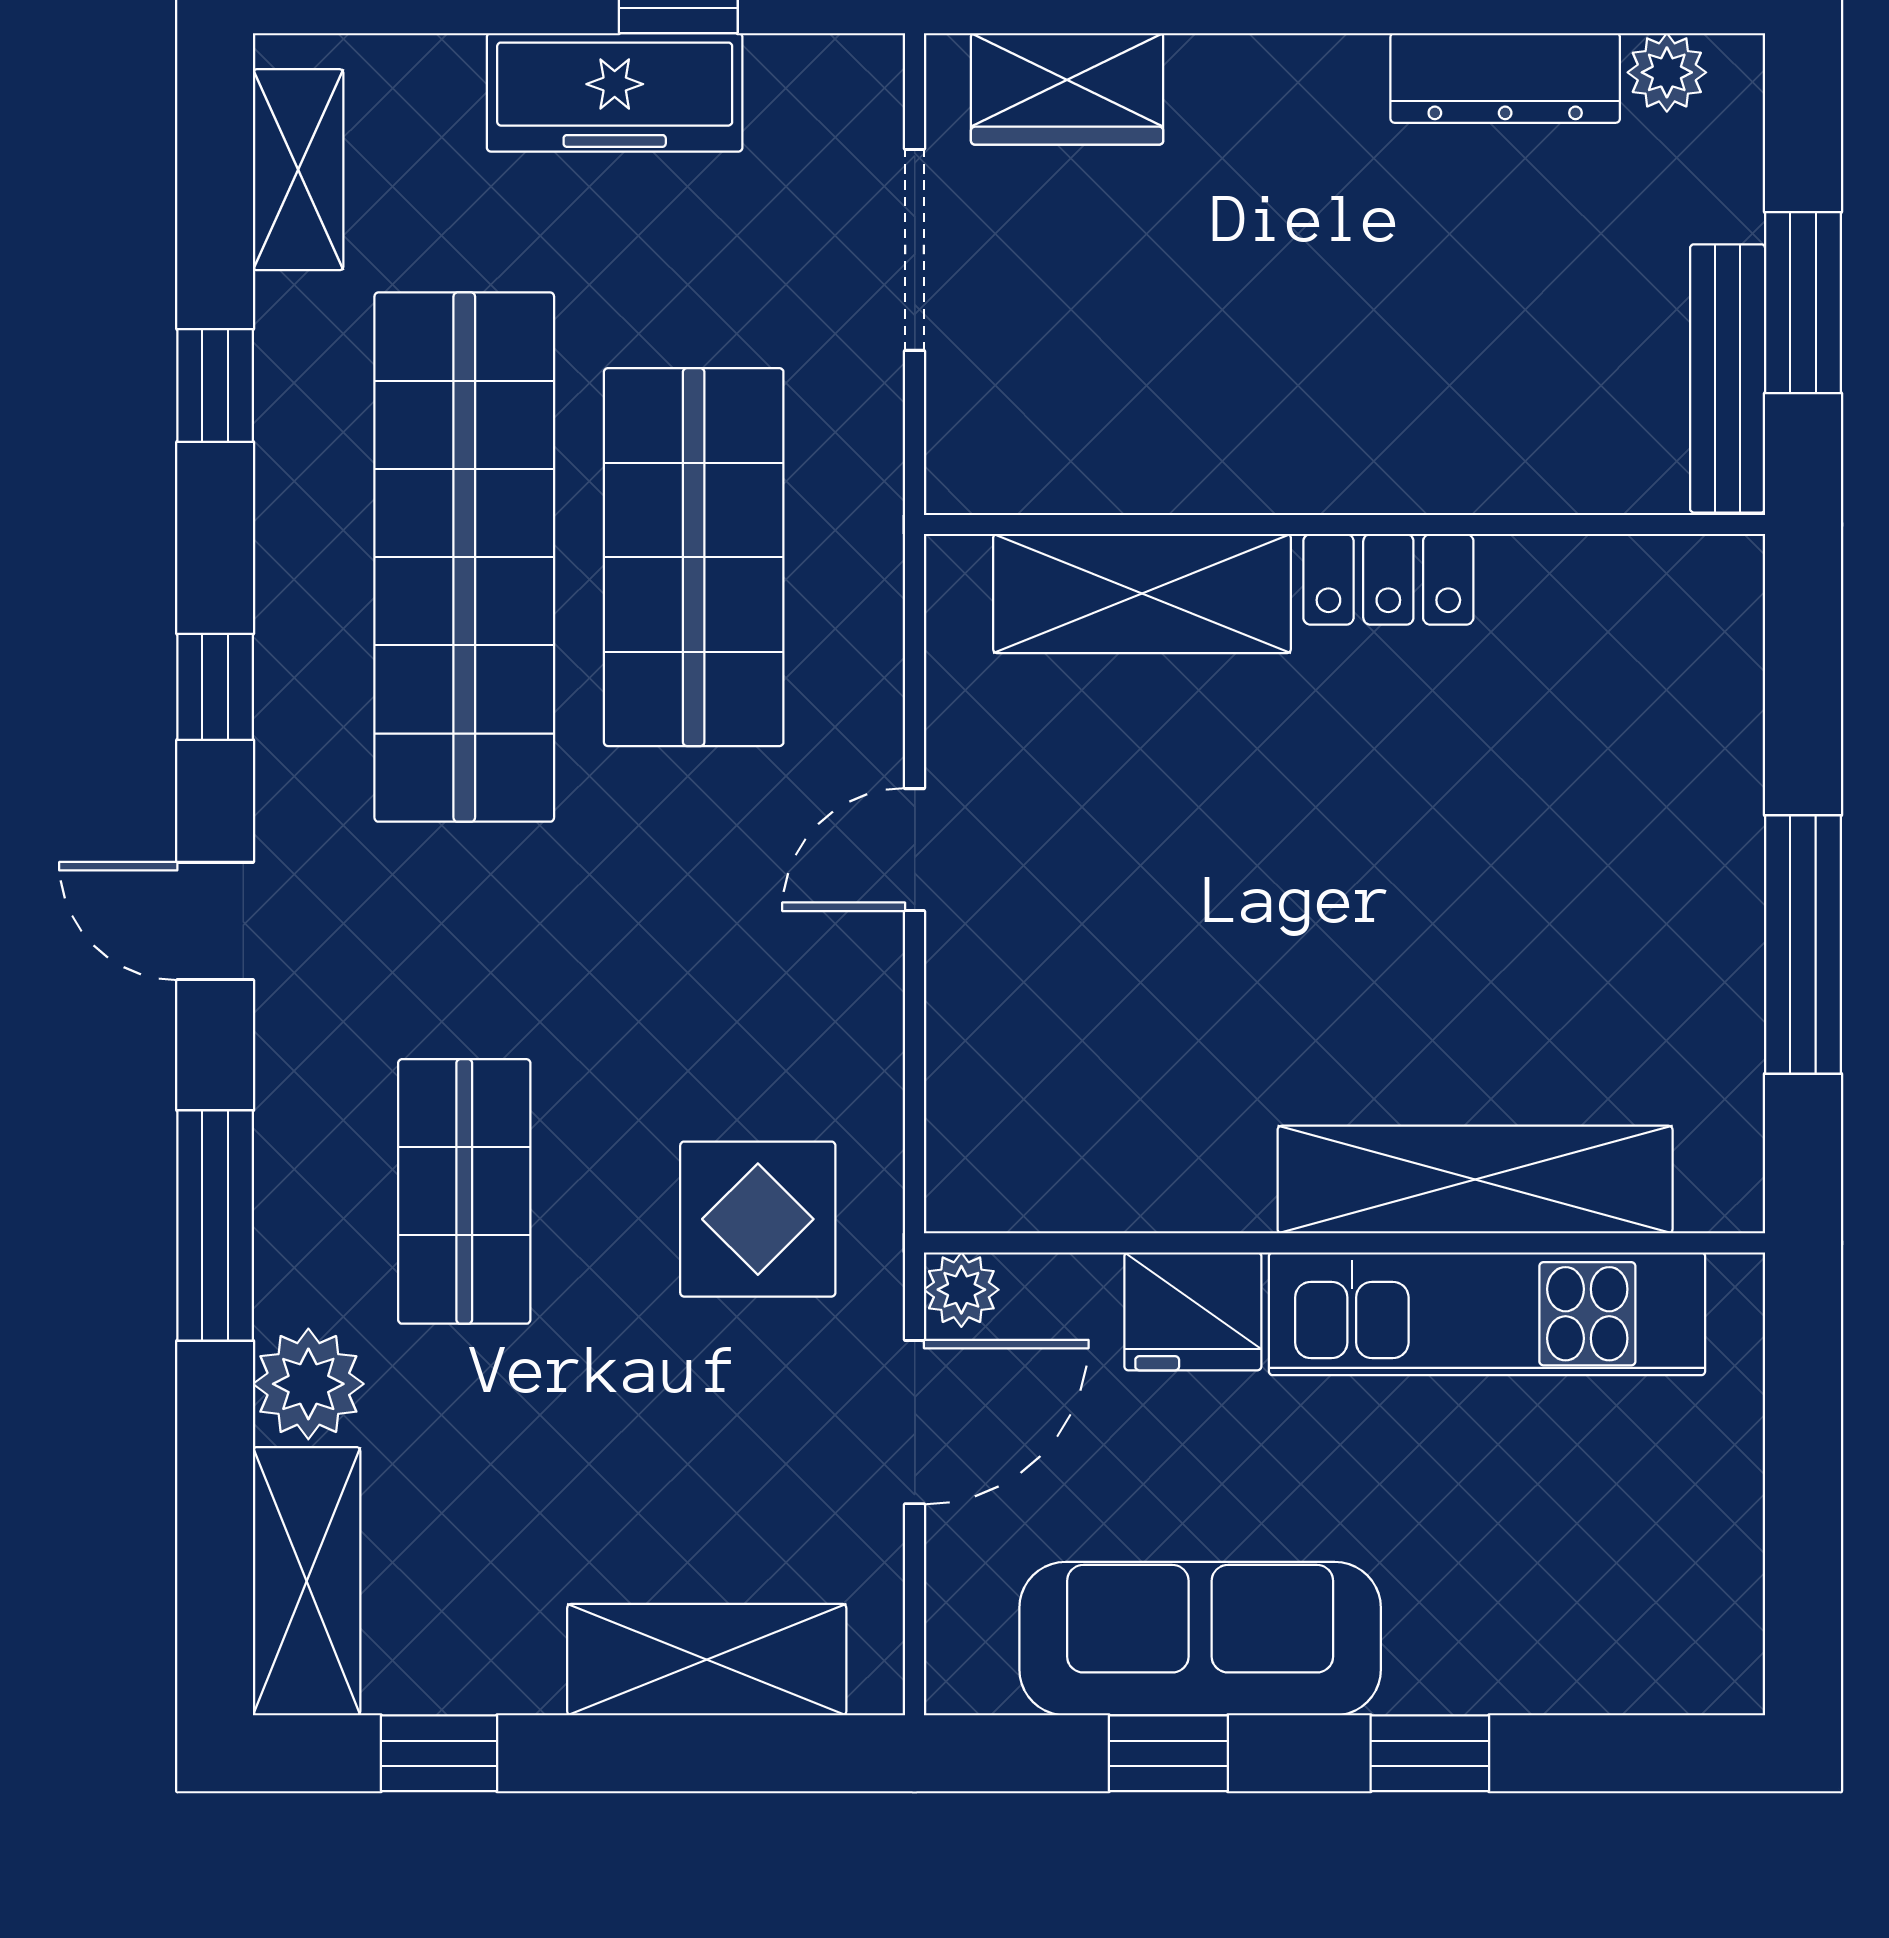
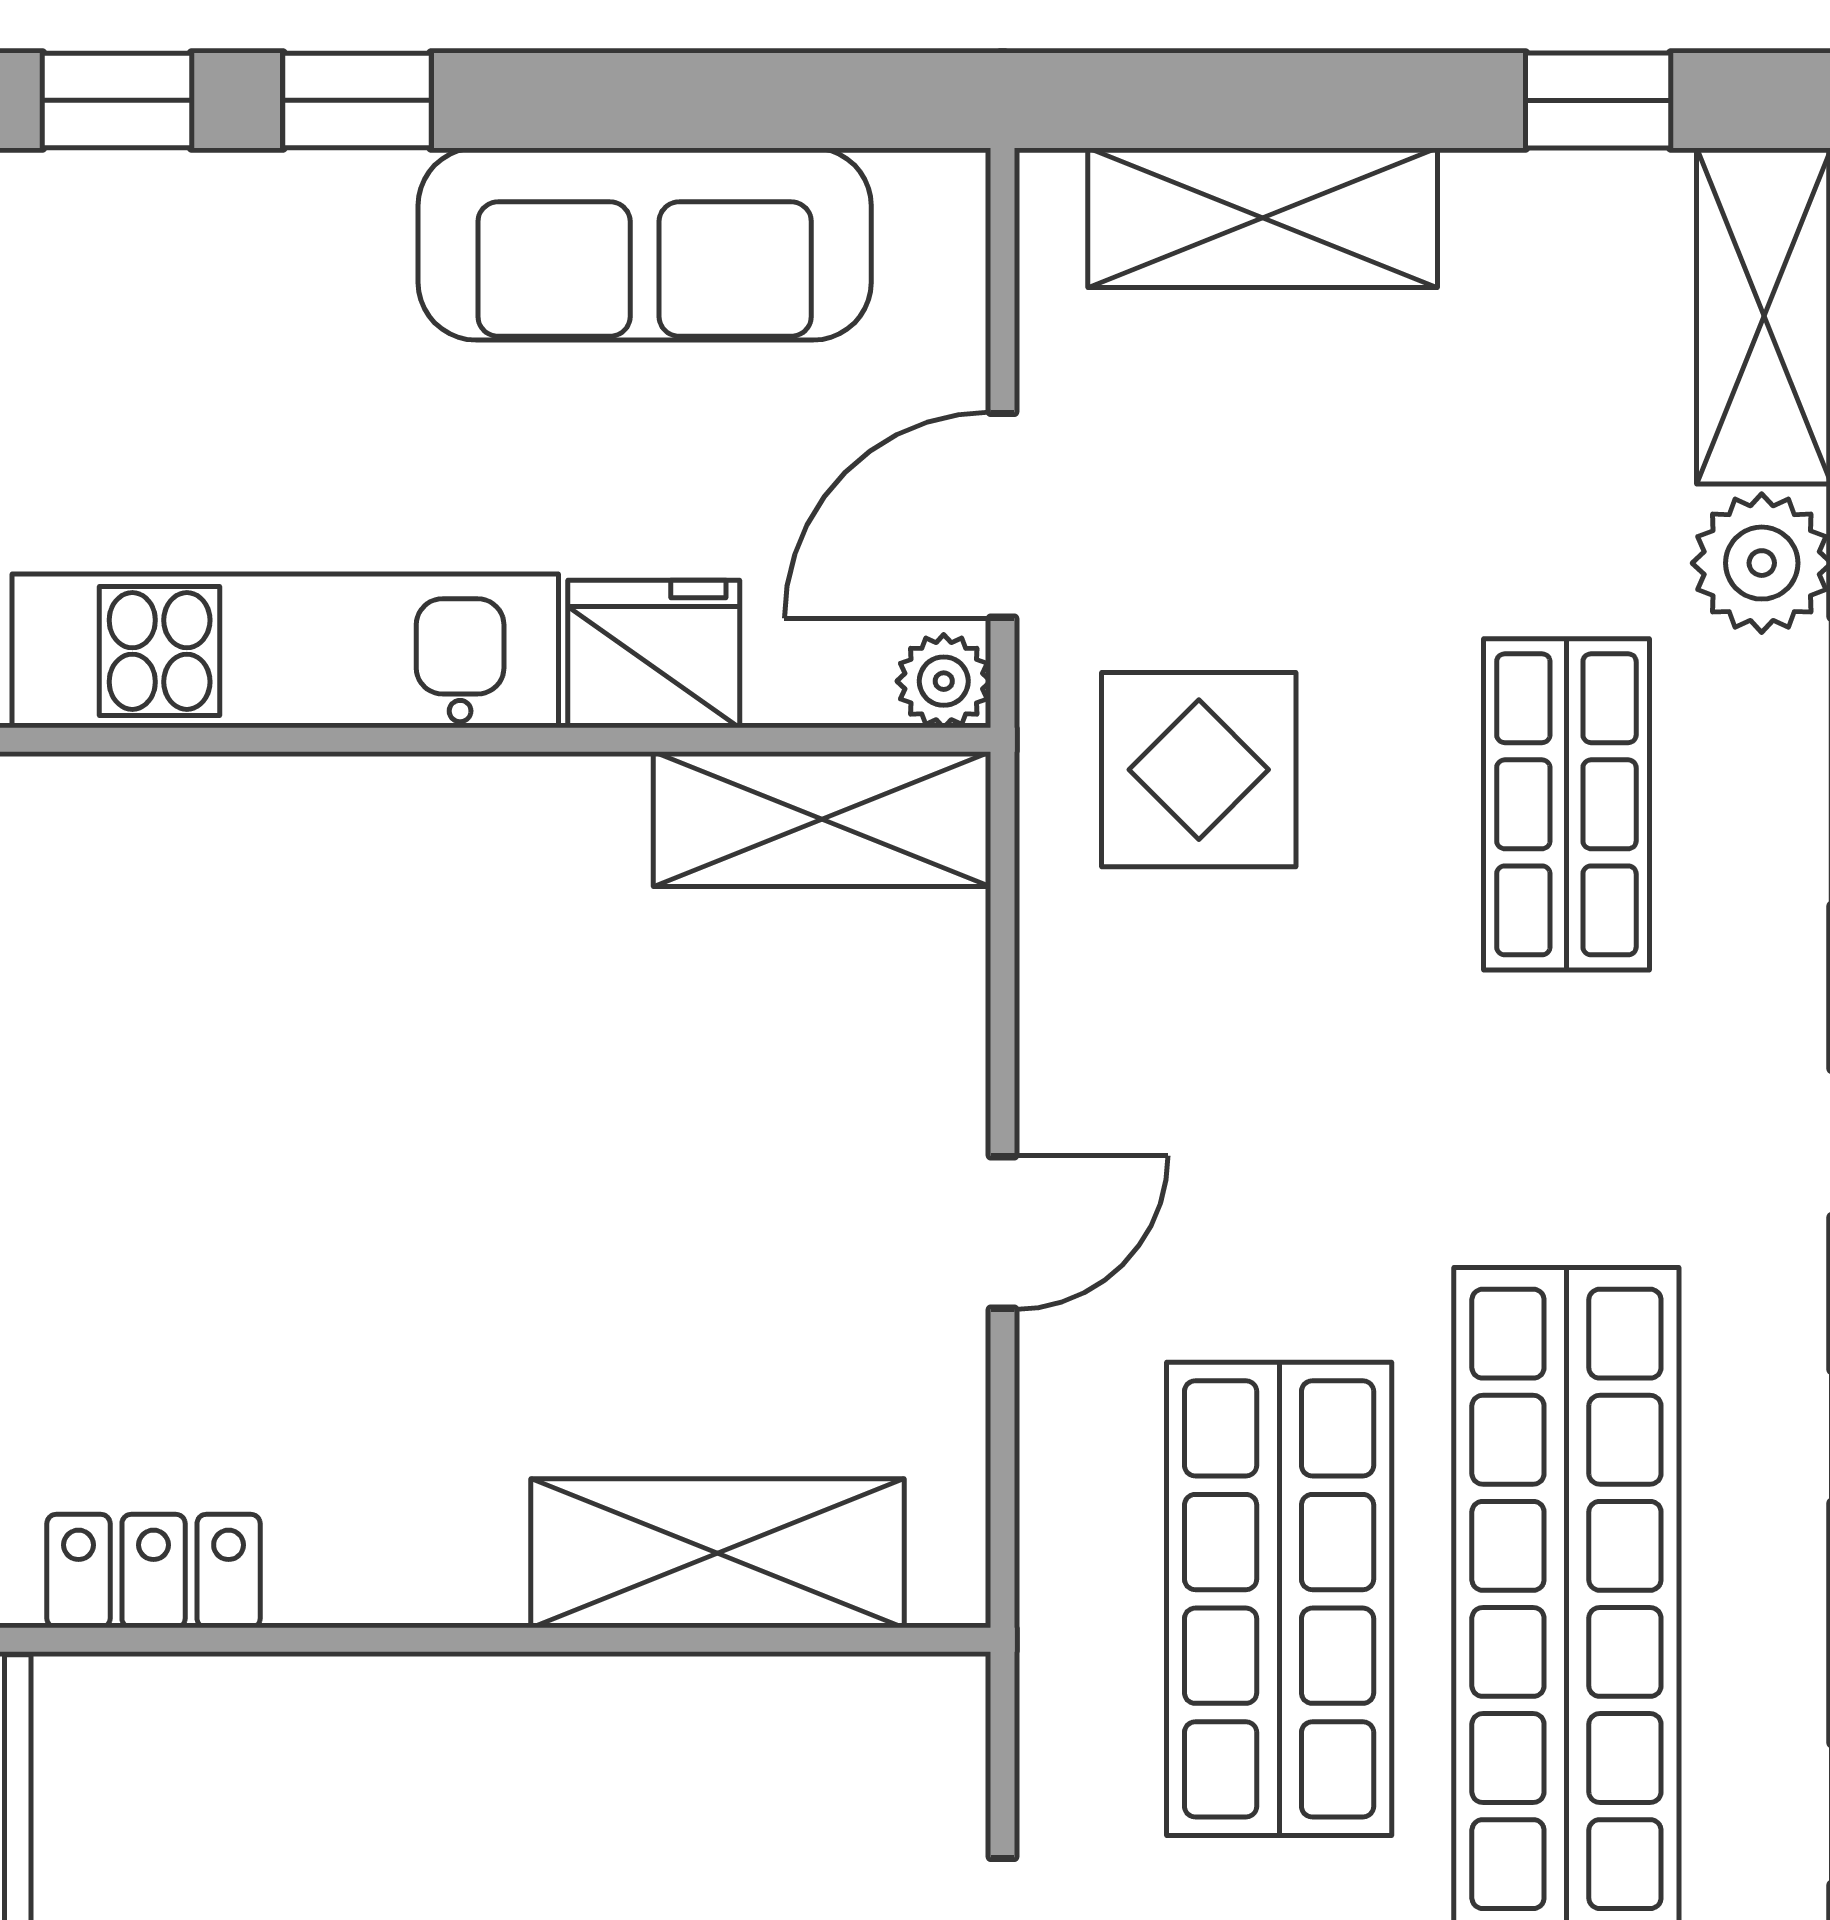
locker: (1388, 579) -> (154, 1571), moved
shelving: (1475, 1180) -> (822, 819), moved, width x0.68
window: (1168, 1753) -> (117, 100), moved

